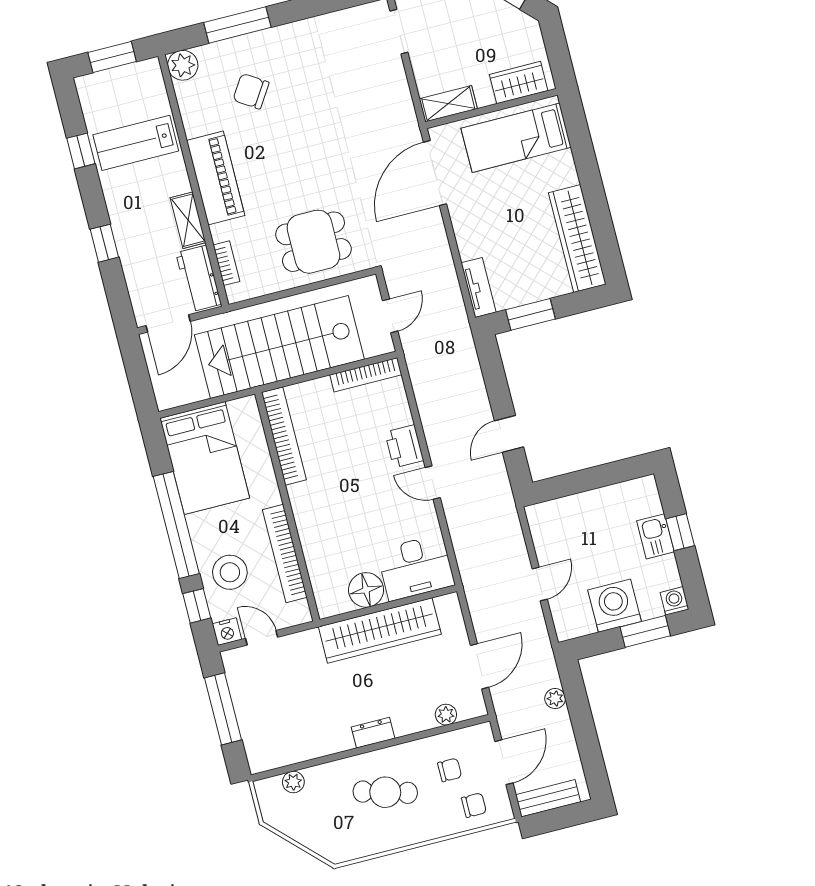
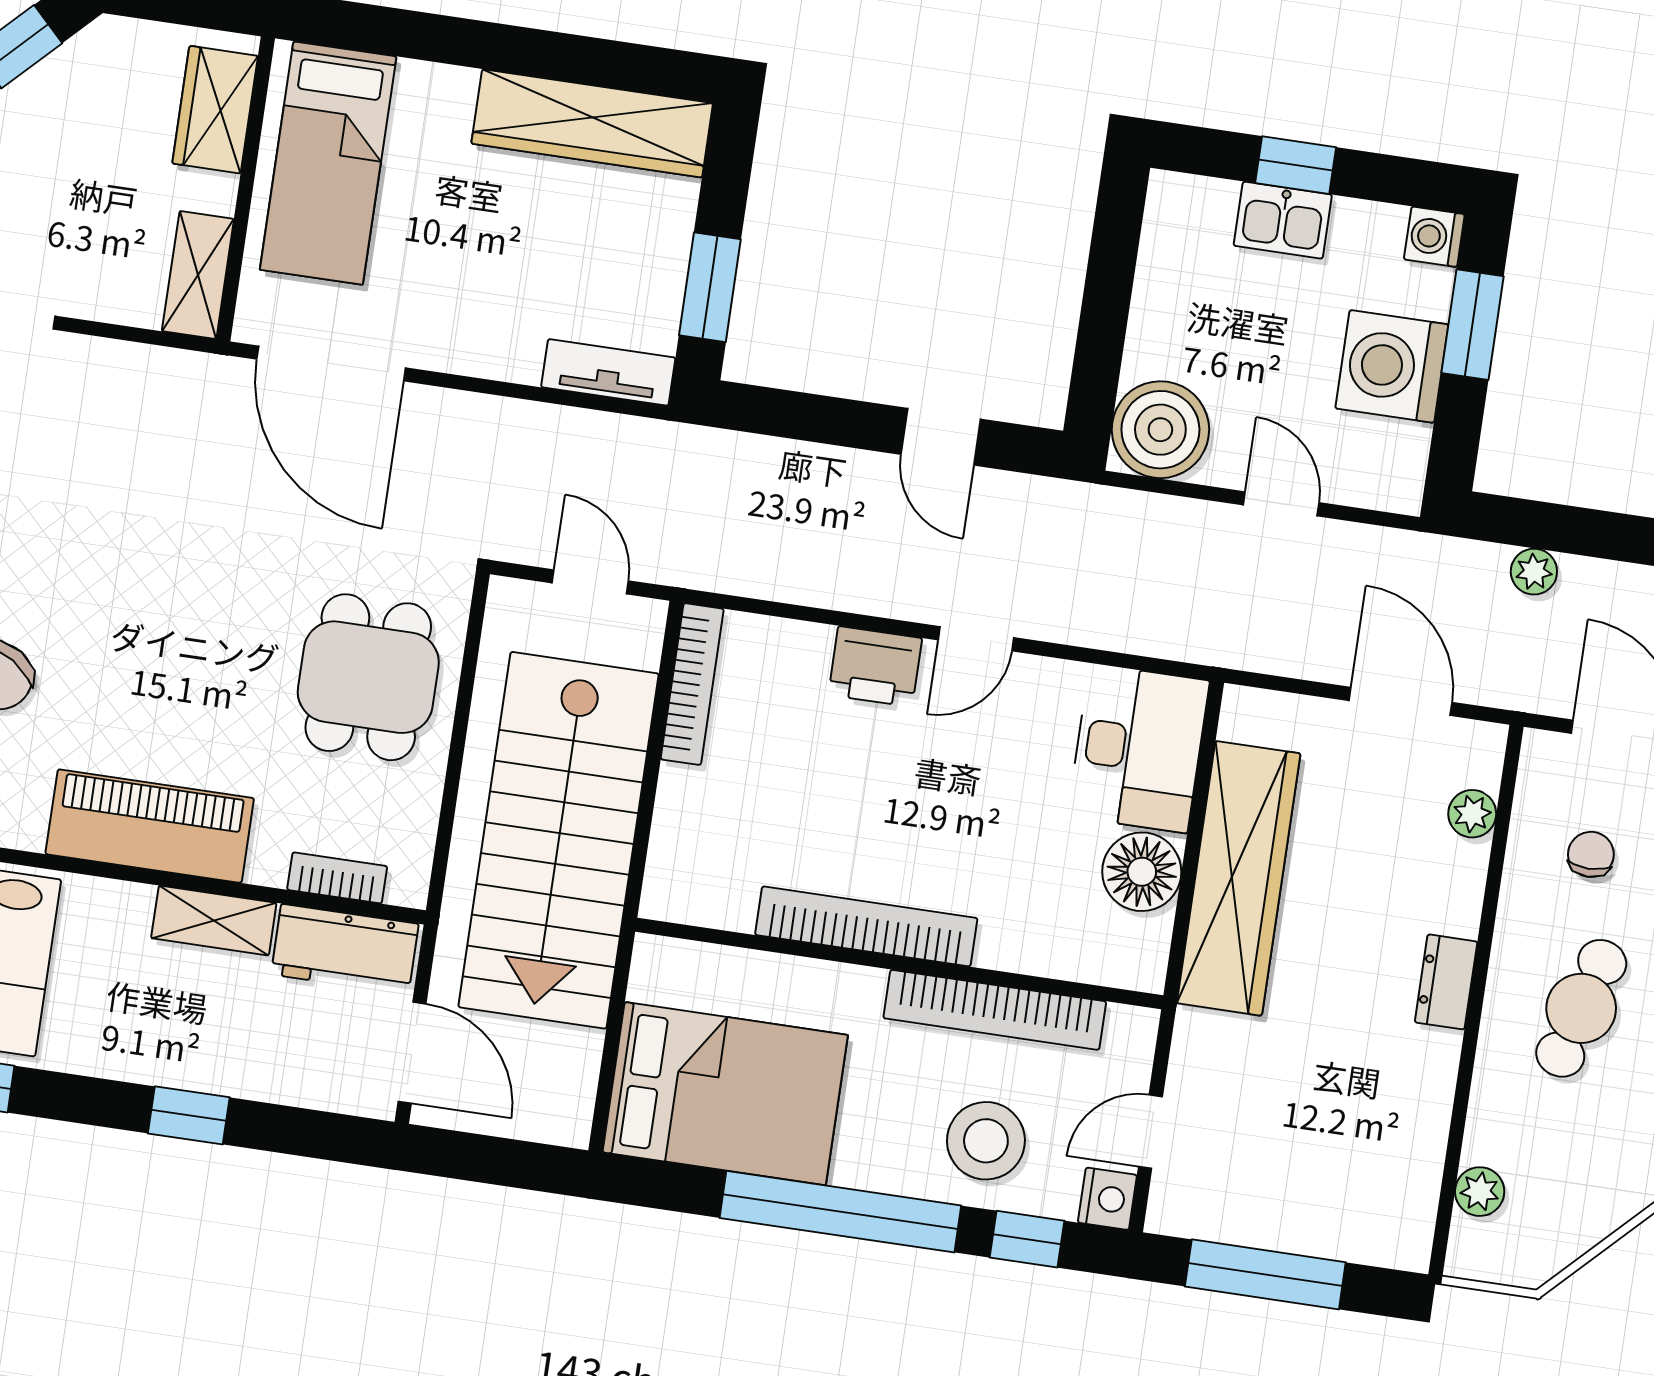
bookcase: (284, 436) -> (866, 926), moved
boiler: (549, 522) -> (1160, 430), added

